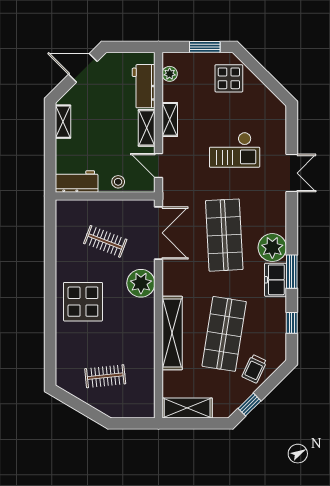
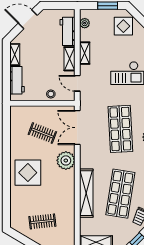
workbench: (77, 182) -> (17, 80), moved, turned 90
double door: (158, 233) -> (77, 128), swing flipped

